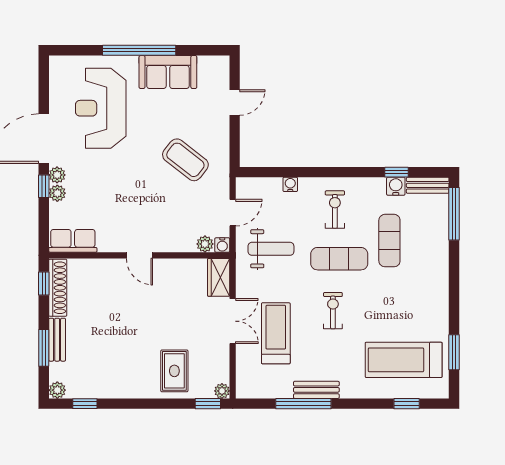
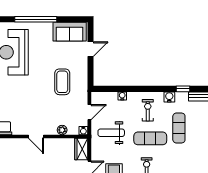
sofa: (168, 72) -> (70, 32), moved
coffee table: (185, 160) -> (62, 82), turned 52
water cooler: (396, 186) -> (169, 97), moved
plant: (205, 244) -> (62, 130), moved
weight bench: (271, 249) -> (111, 133), turned 180

